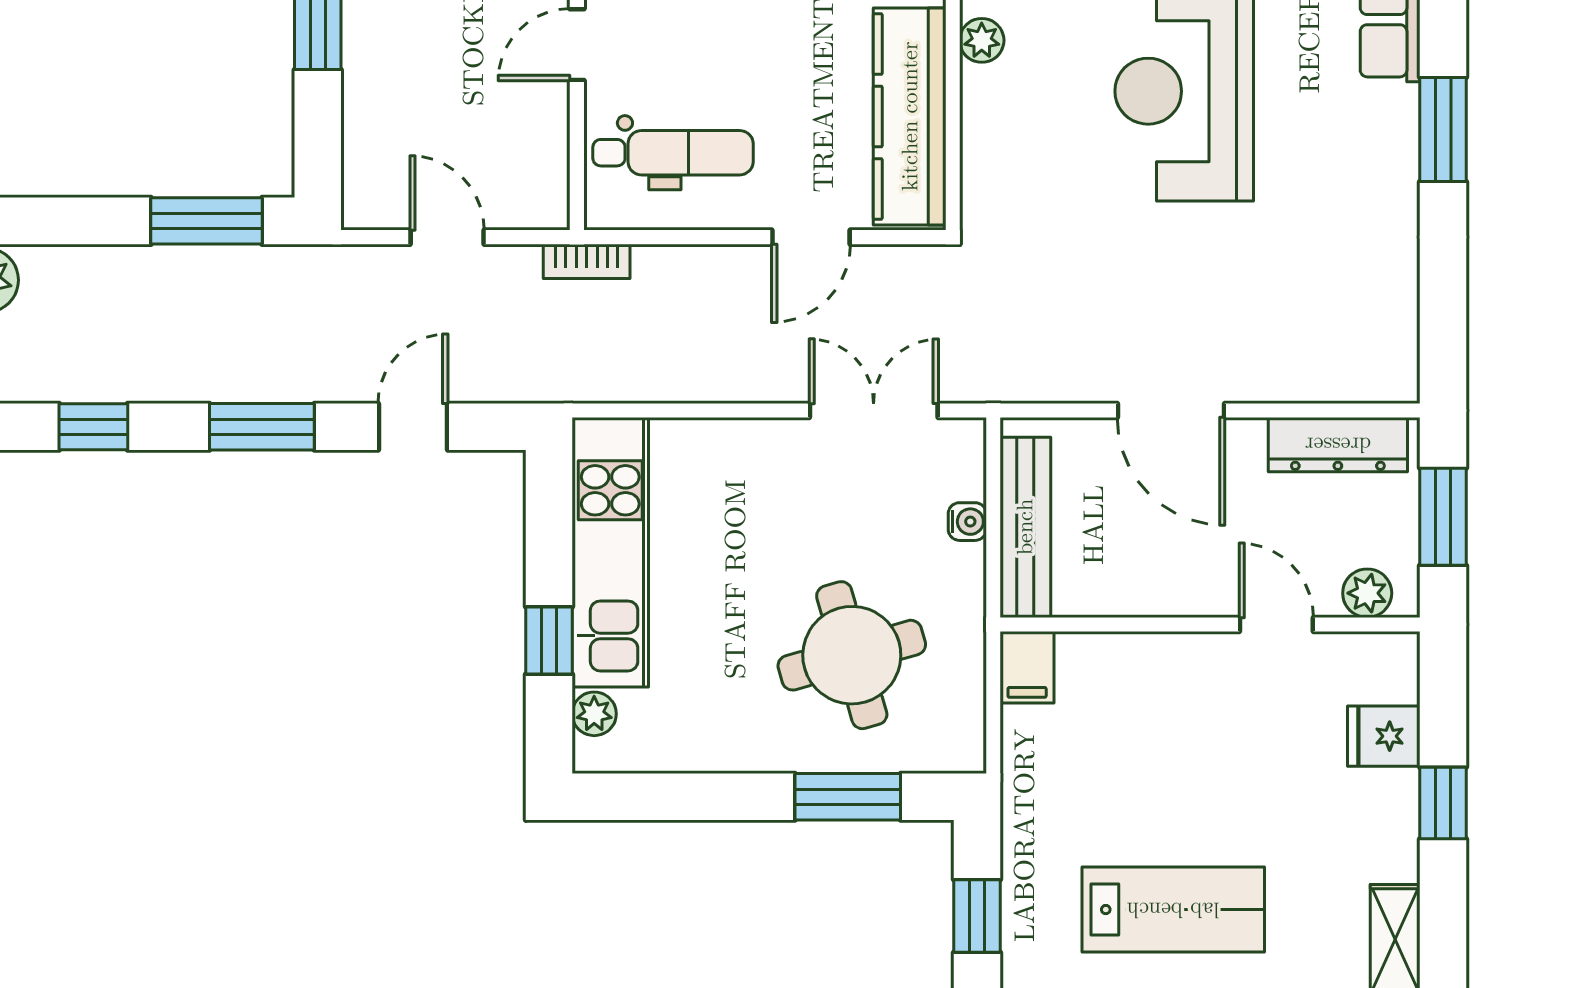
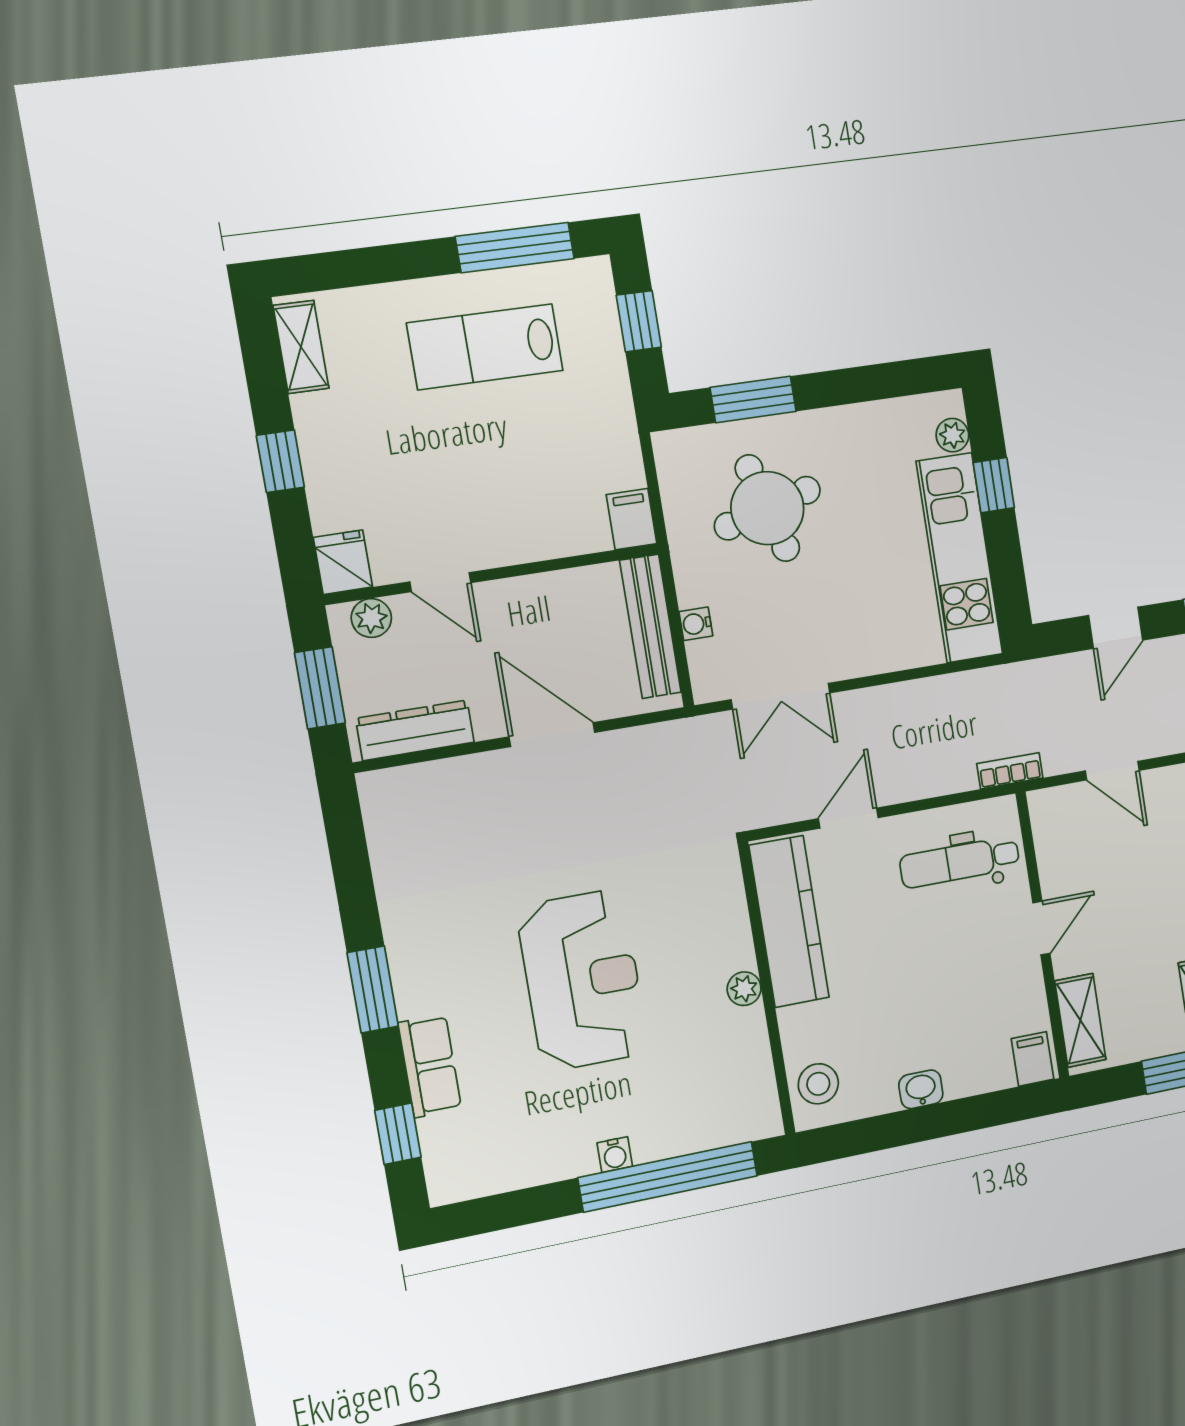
fridge: (1384, 736) -> (343, 562), moved, turned -90

